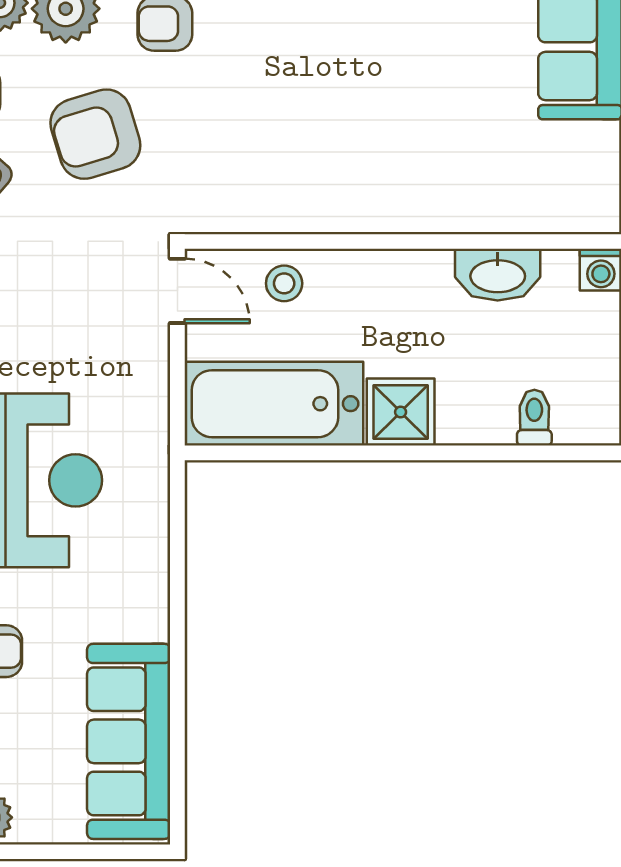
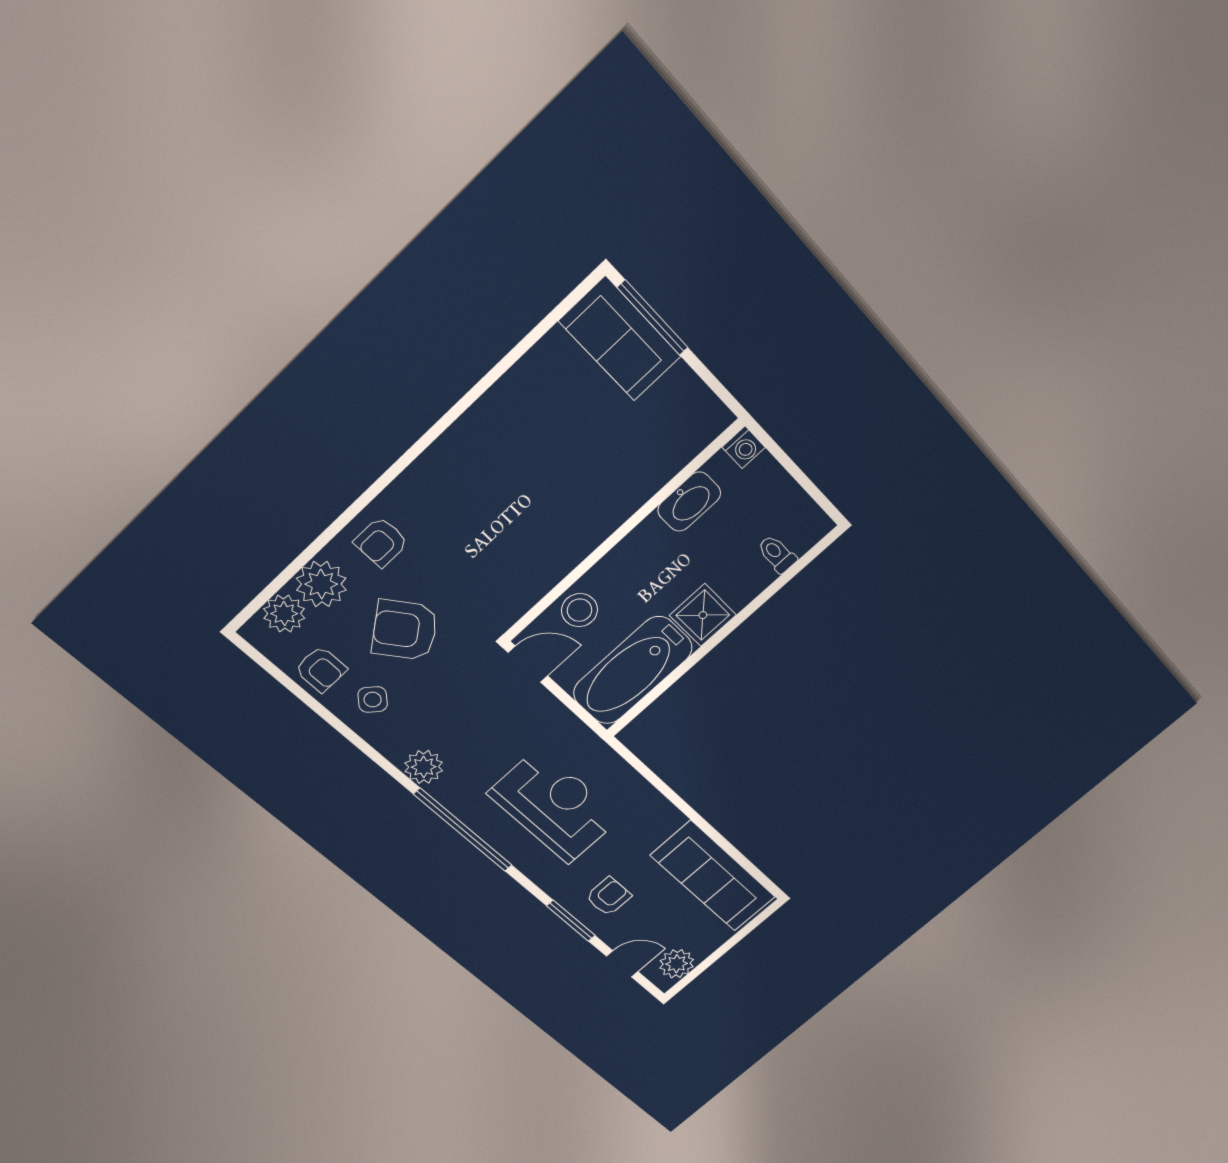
armchair: (95, 134) -> (405, 630), turned 71
stool: (284, 283) -> (579, 610), width x1.37, depth x1.37

